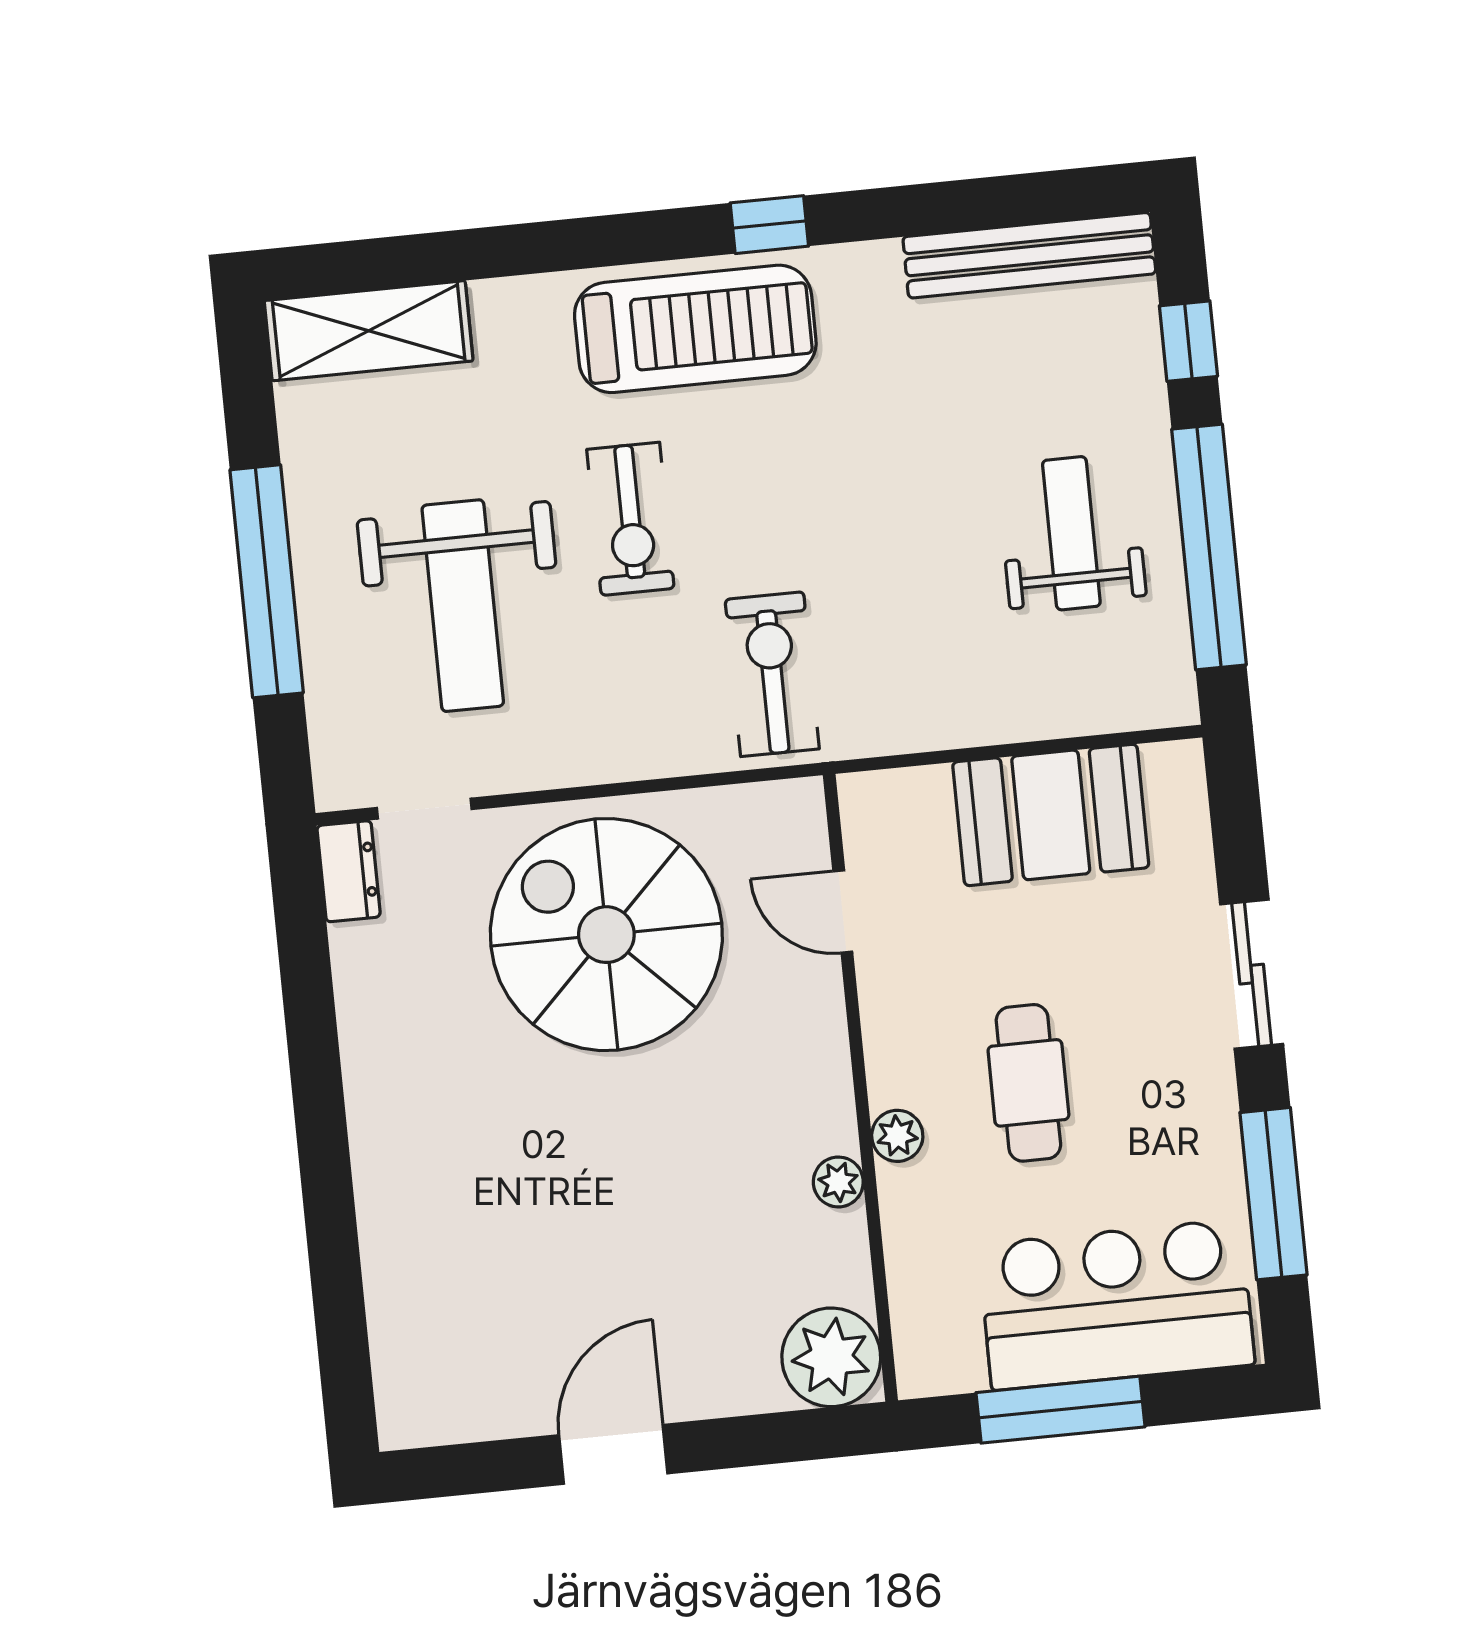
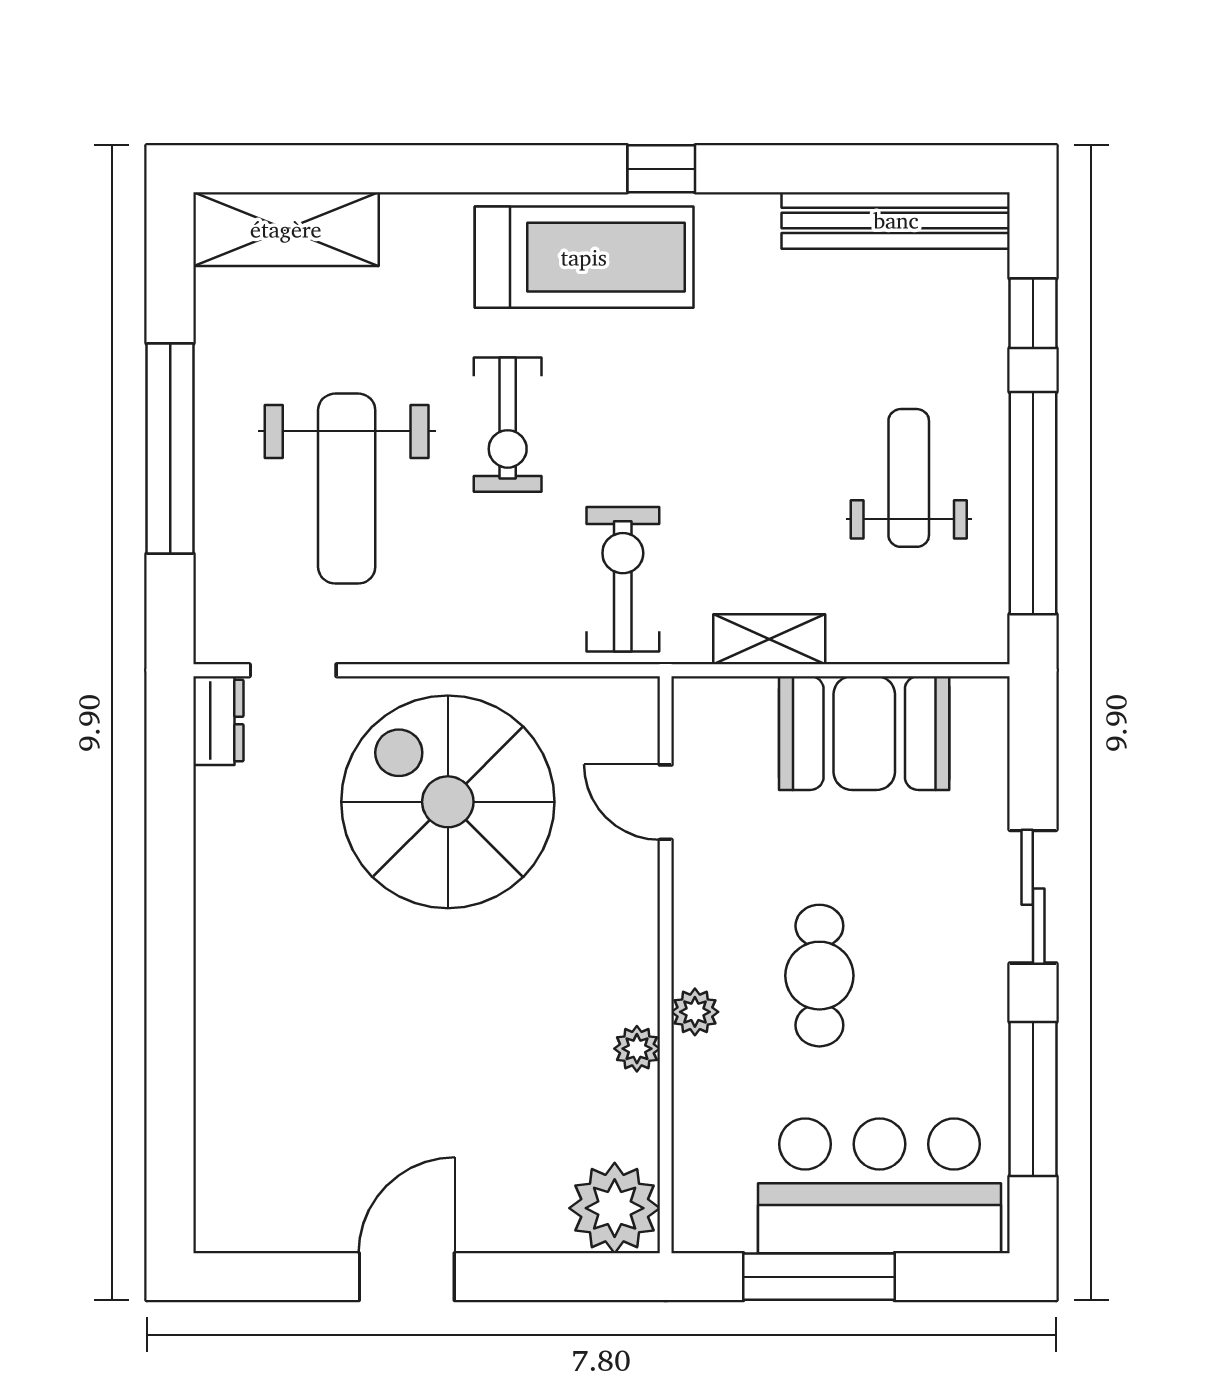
shelving: (938, 723) -> (769, 639), added

